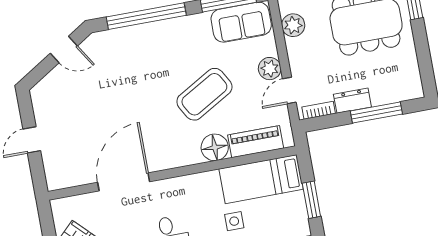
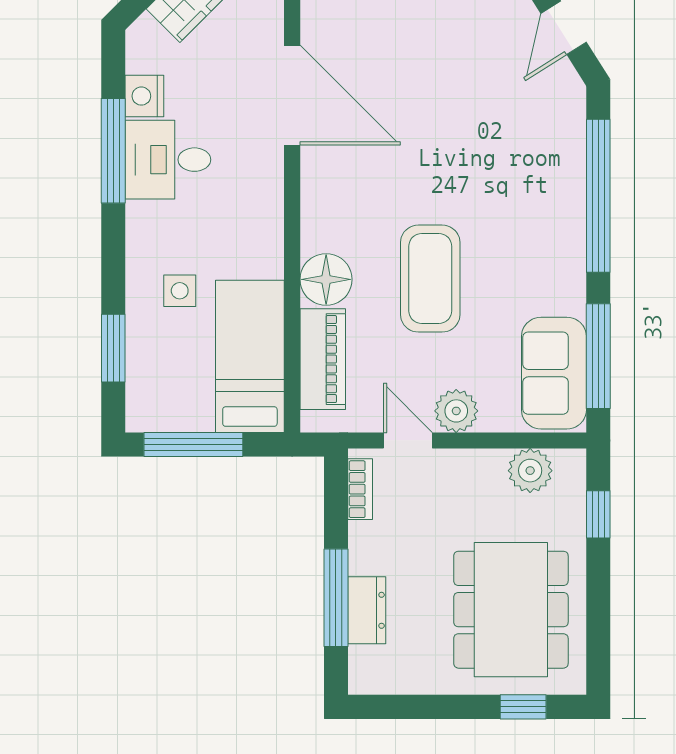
coffee table: (204, 94) -> (430, 279), turned 30
dresser: (352, 101) -> (367, 610), moved
window: (311, 200) -> (193, 444), width x1.44

